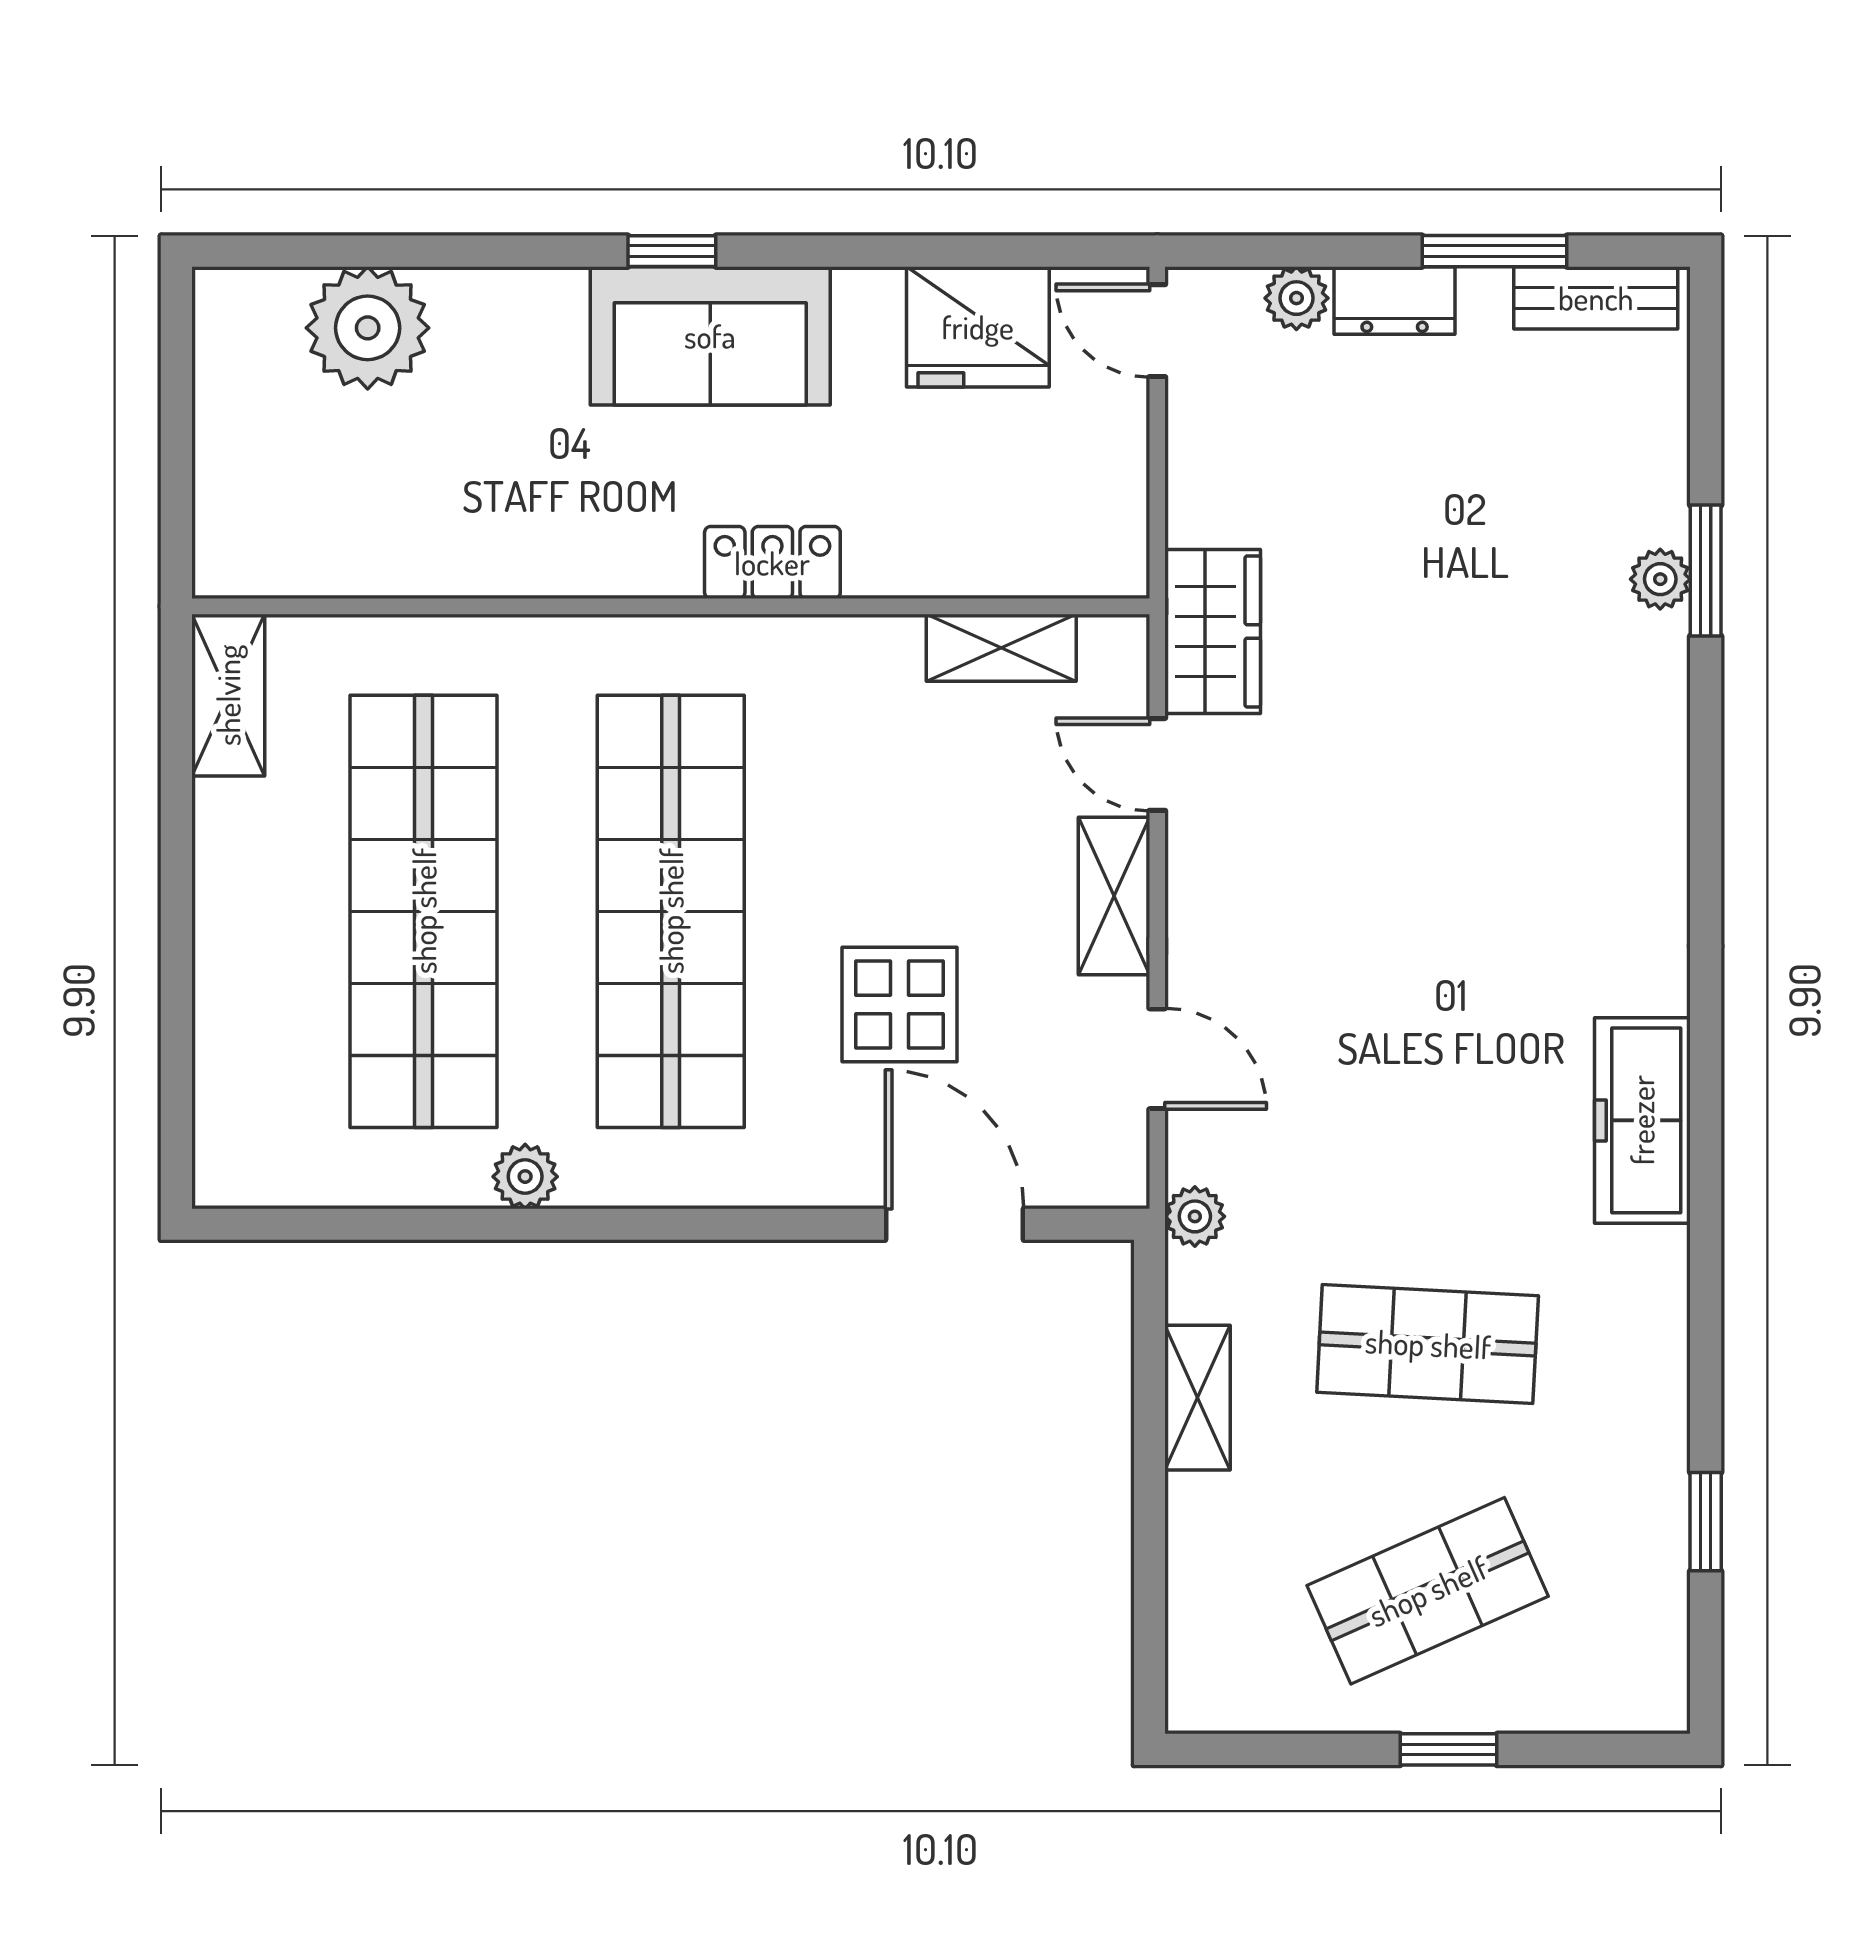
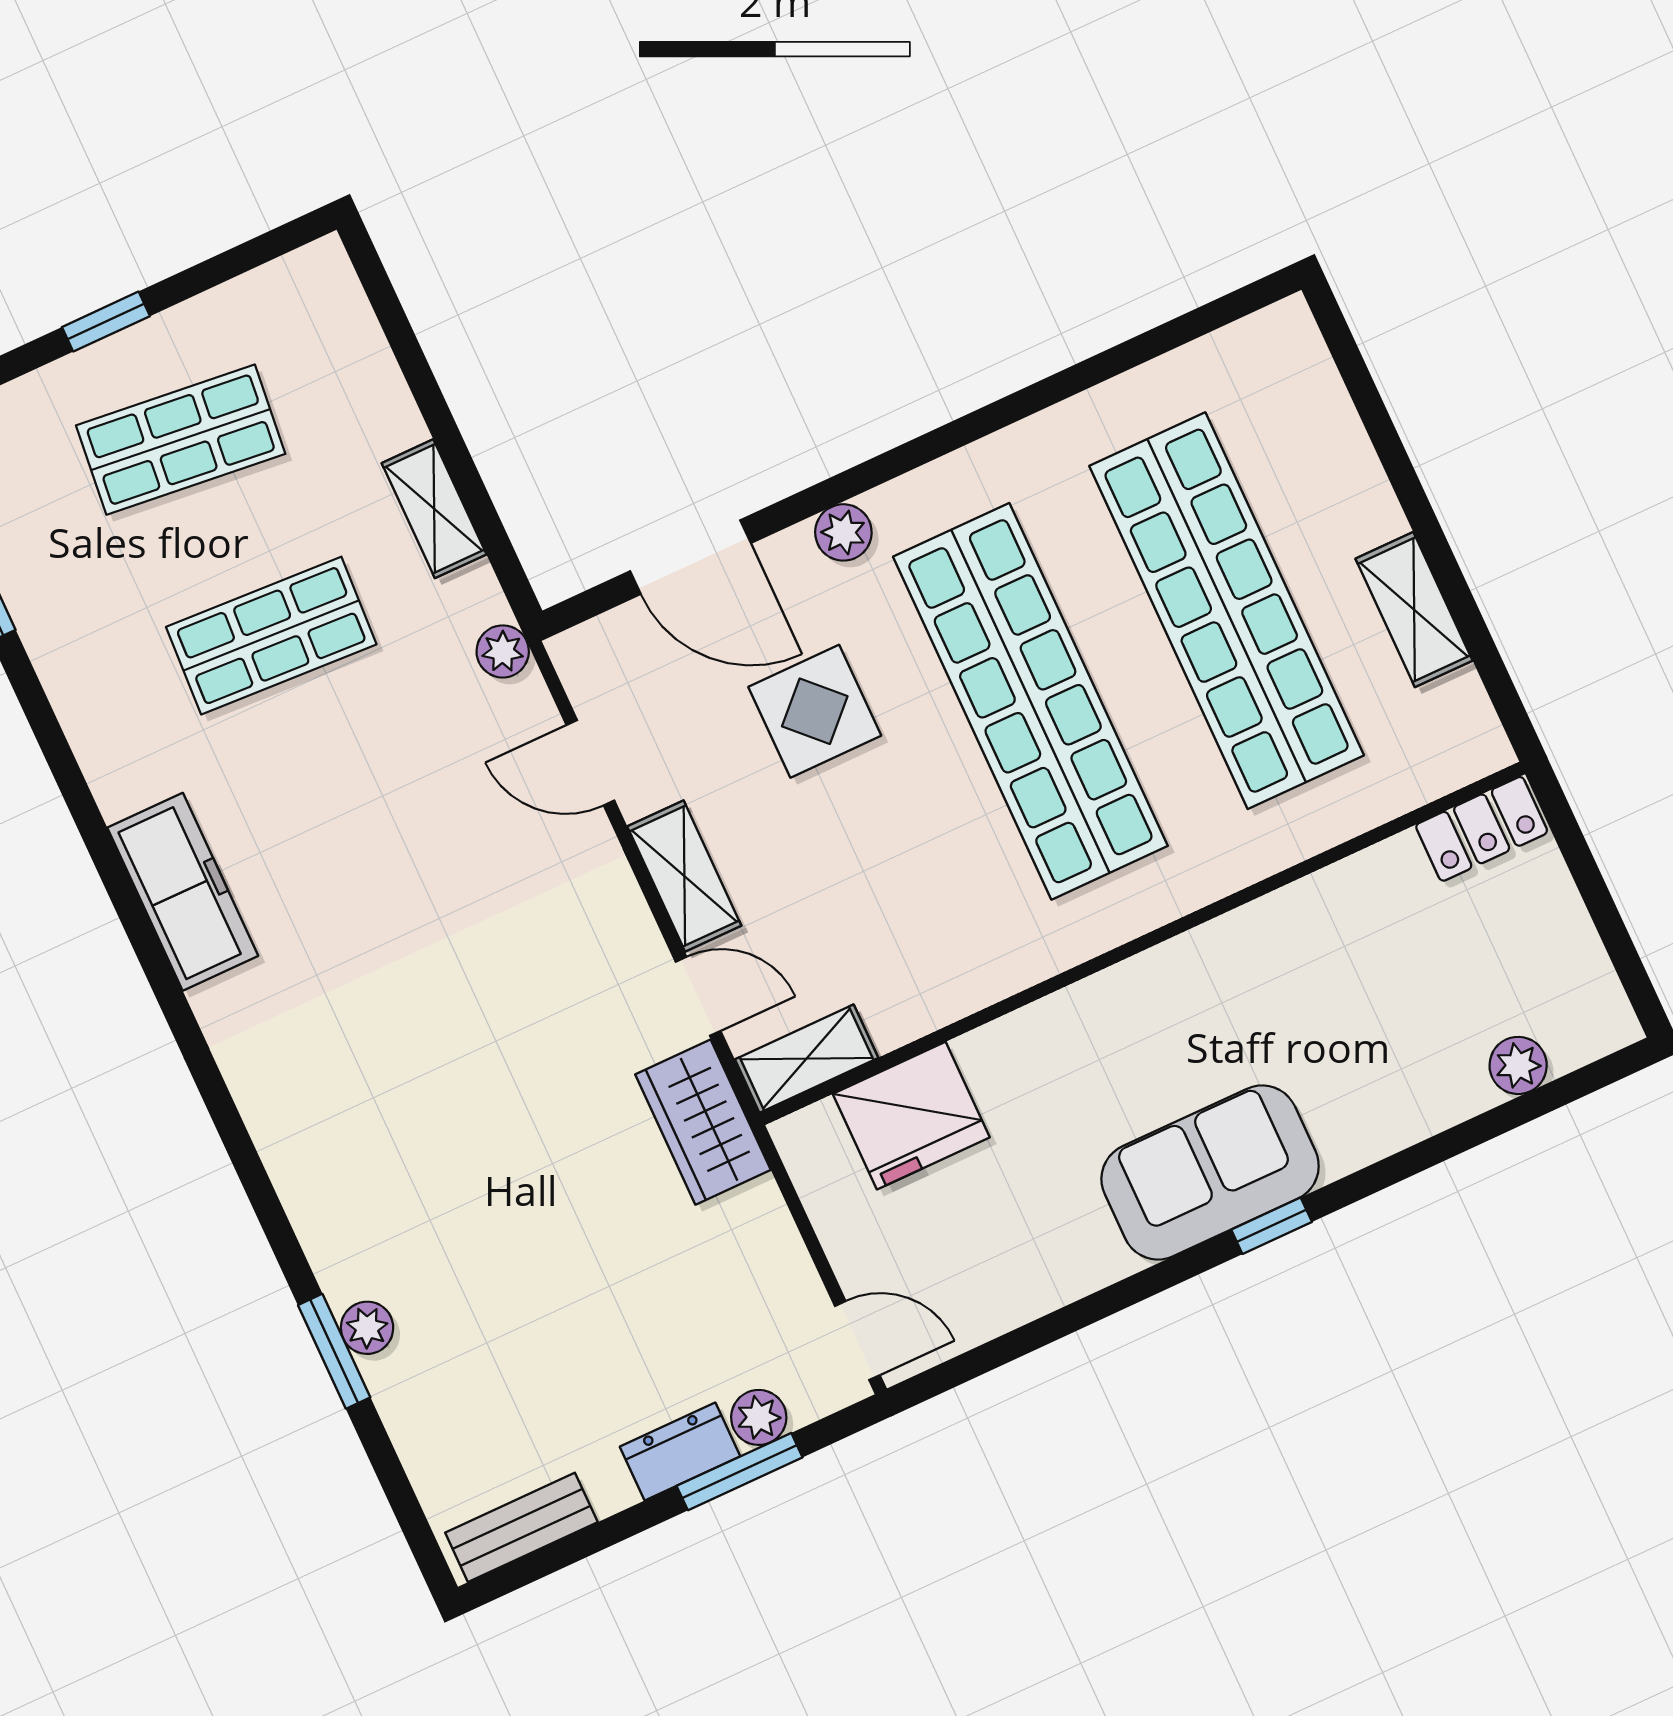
window: (1494, 251) -> (740, 1472), moved
fridge: (978, 327) -> (911, 1116), moved, turned 180
plant: (368, 328) -> (1518, 1065), width x0.53, depth x0.53
locker: (772, 563) -> (1482, 829), moved
shelving: (1001, 648) -> (807, 1059), moved
shelving: (228, 695) -> (1414, 610), moved
plant: (525, 1177) -> (843, 532), moved
shop shelf: (1428, 1591) -> (181, 440), turned 30

